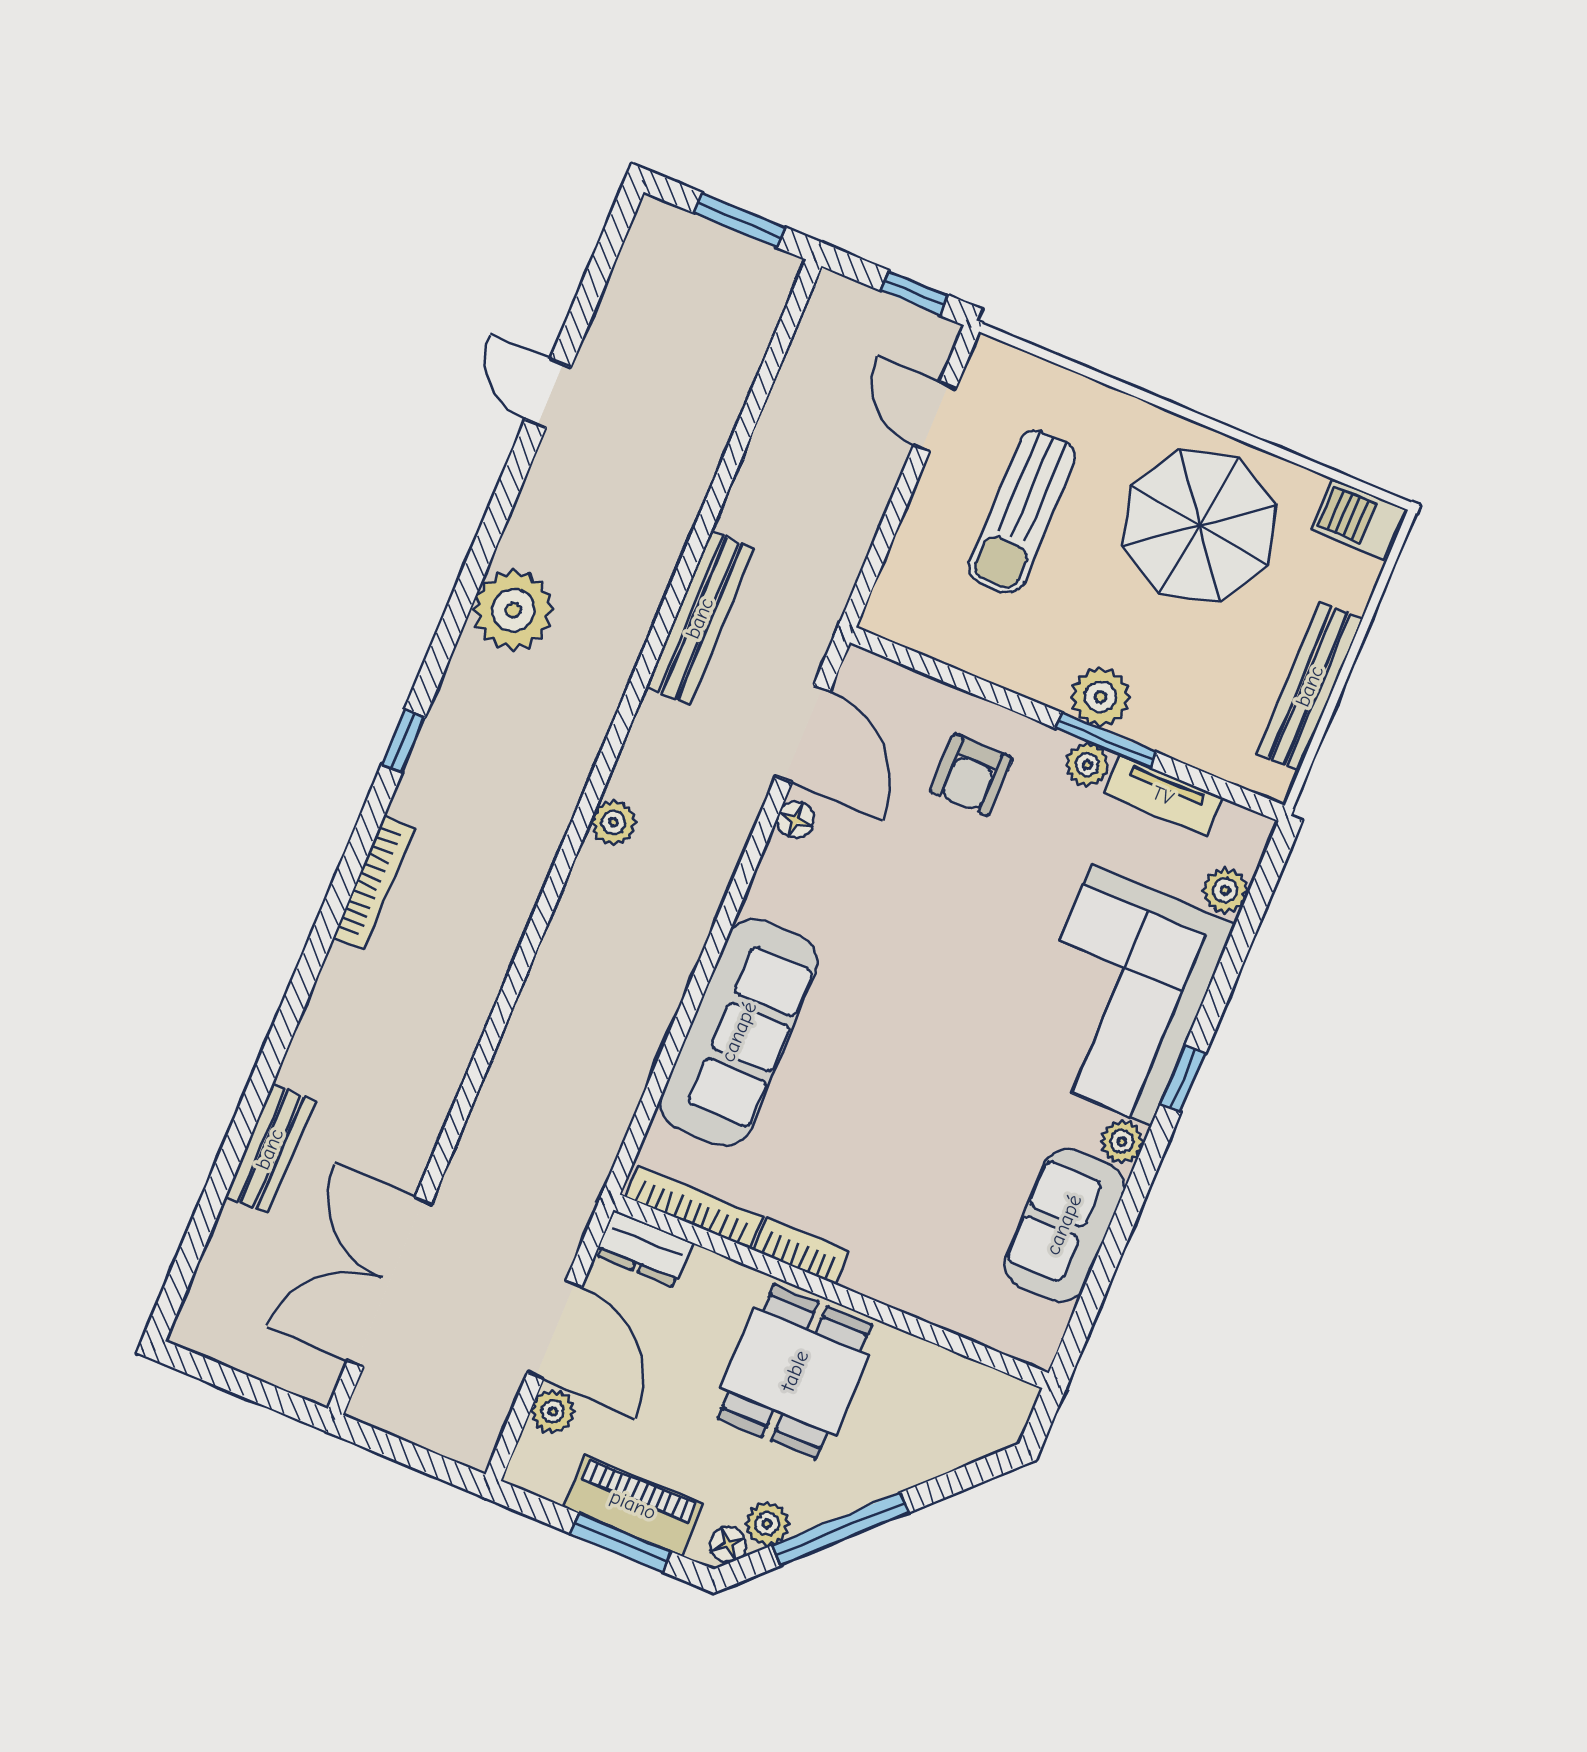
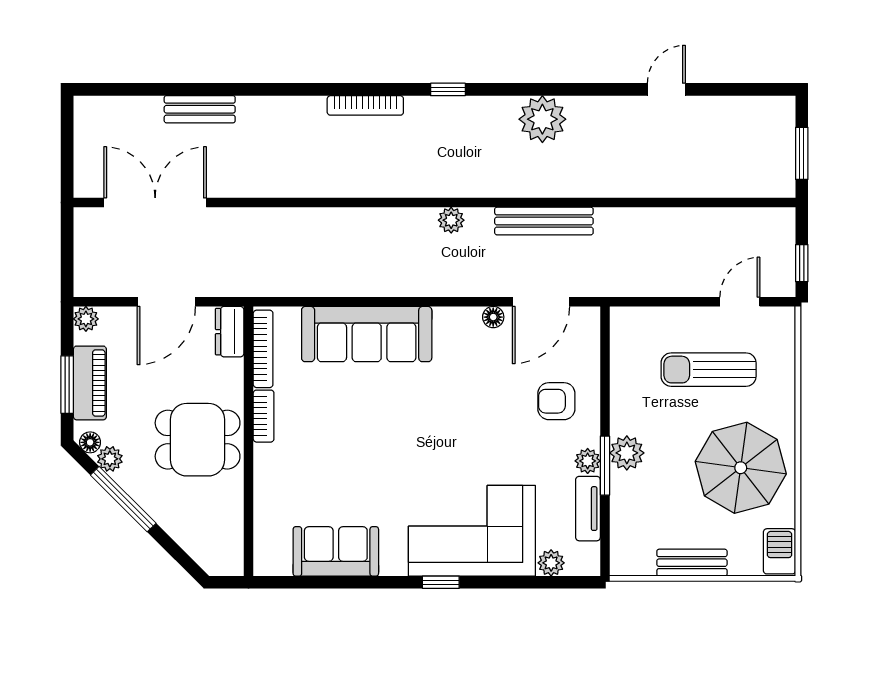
bench: (700, 618) -> (544, 221), moved
bench: (1310, 686) -> (692, 563), width x0.73
plant: (1122, 1142) -> (393, 564), removed
plant: (553, 1411) -> (86, 319), moved

